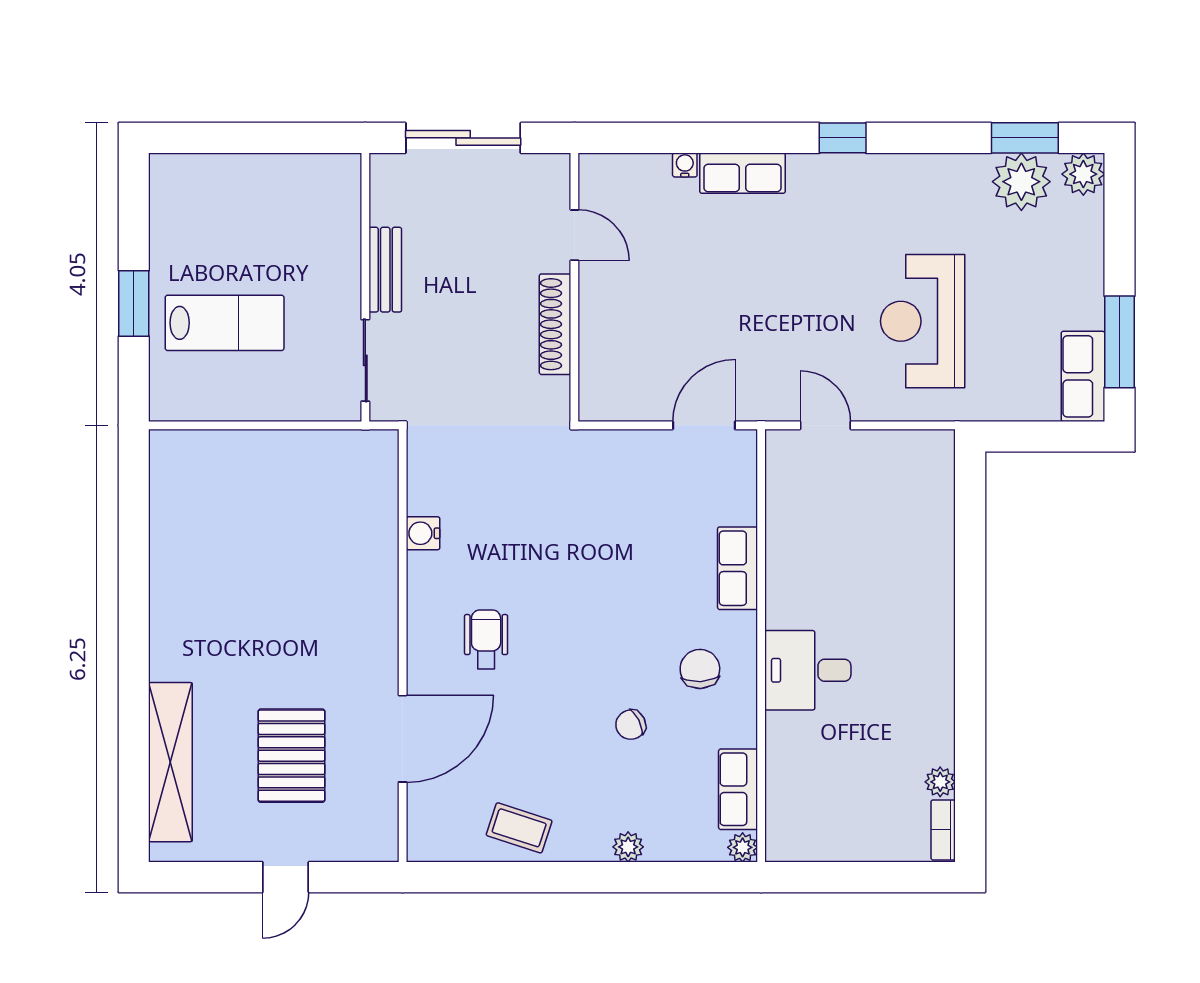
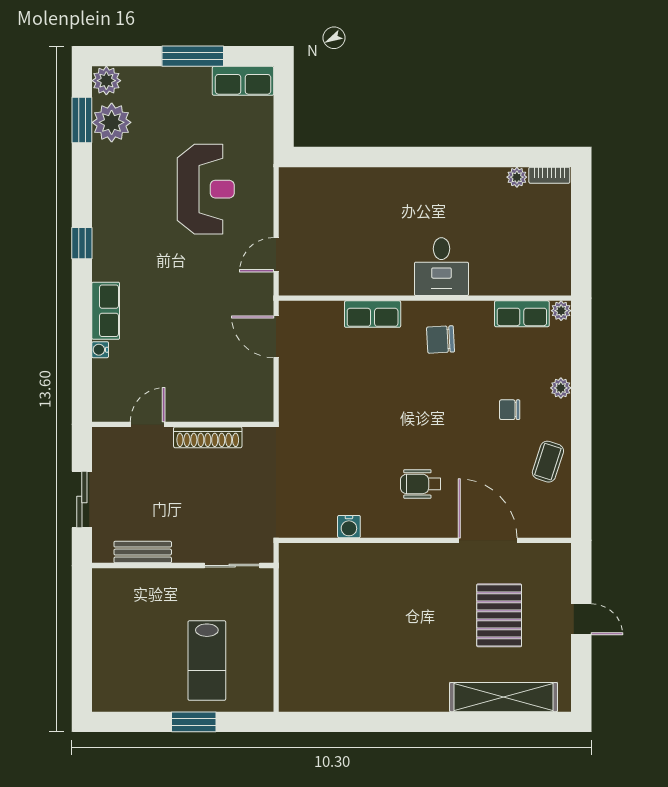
sliding door: (463, 138) -> (82, 499), width x0.73
bench: (385, 270) -> (143, 552), moved
reception desk: (923, 321) -> (206, 189), turned -90
lab bench: (225, 323) -> (207, 661), turned 180
window: (1120, 342) -> (193, 56), moved
chair: (631, 725) -> (510, 410), moved, turned 117
pallet: (292, 756) -> (499, 615), turned 90

